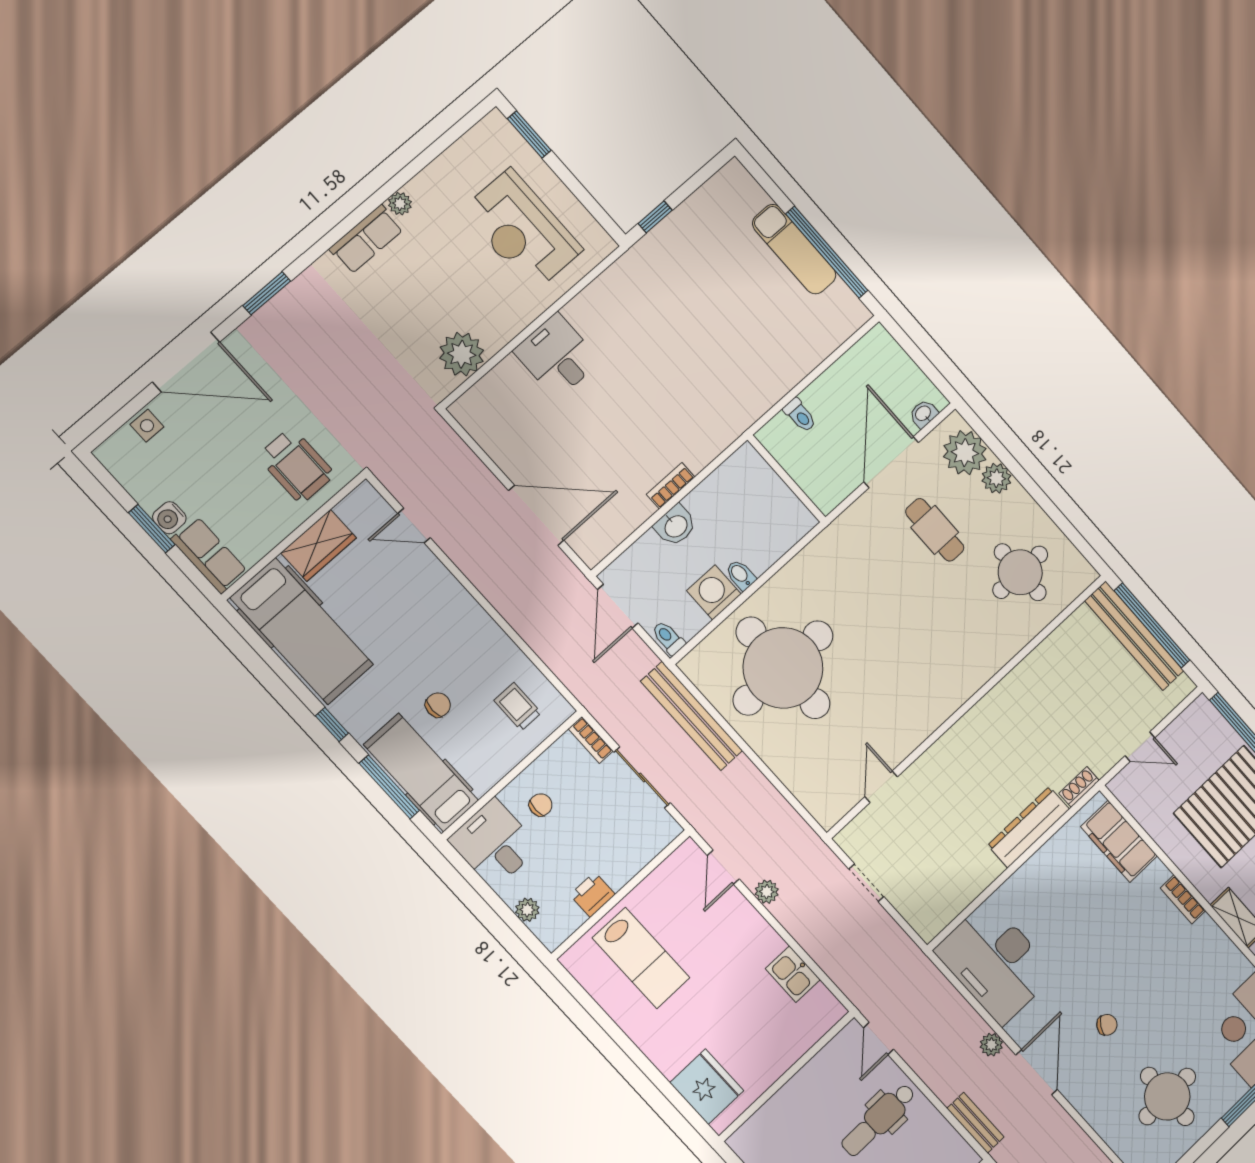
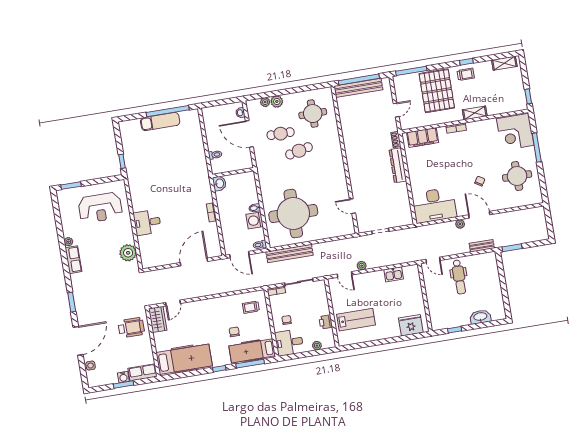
plant: (965, 453) -> (265, 102), width x0.53, depth x0.53
washbasin: (675, 526) -> (219, 183), moved
wardrobe: (319, 545) -> (158, 319), moved
cafe table: (924, 593) -> (299, 151), added

